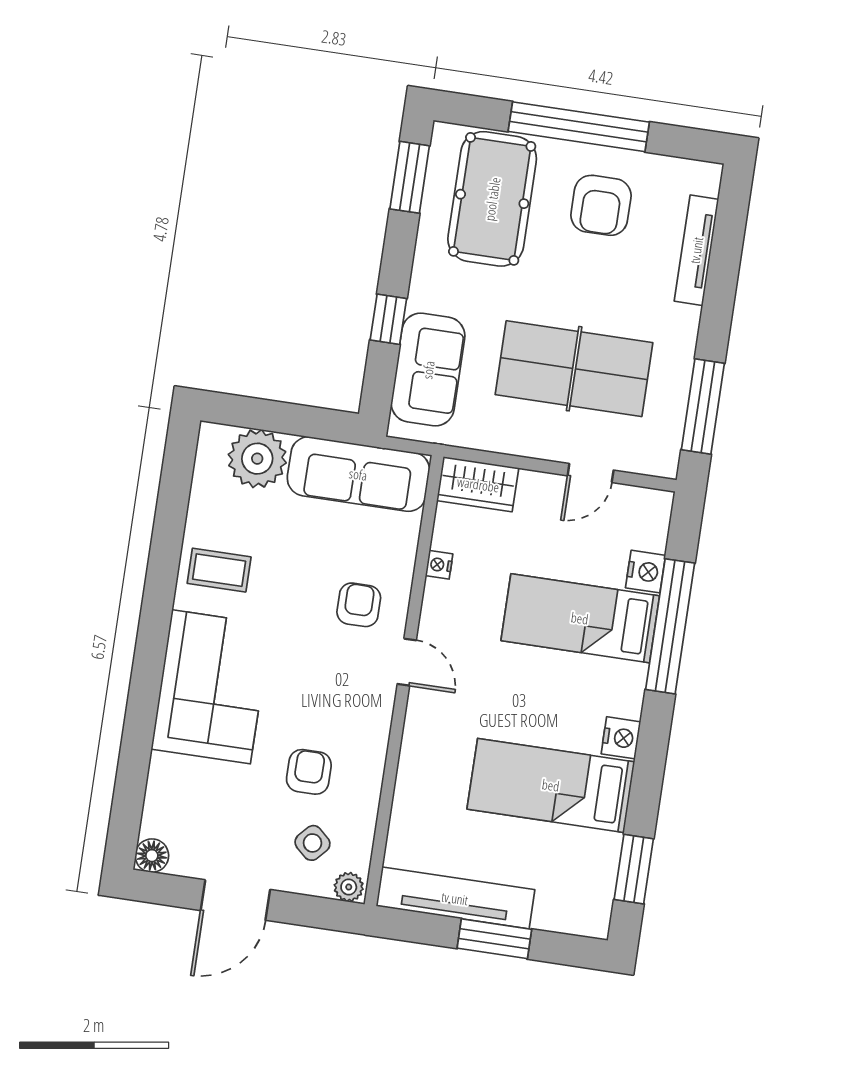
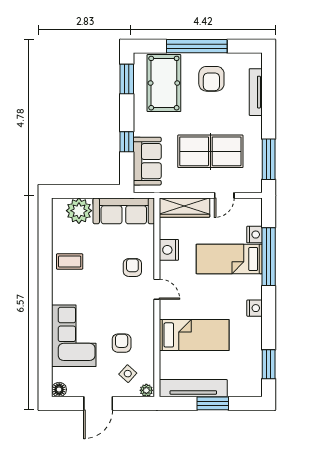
wardrobe: (478, 484) -> (184, 208), width x1.50
nightstand: (439, 565) -> (169, 250), width x1.89, depth x1.79
corner sofa: (211, 687) -> (74, 336), moved
bed: (551, 785) -> (194, 335), moved, turned 180

